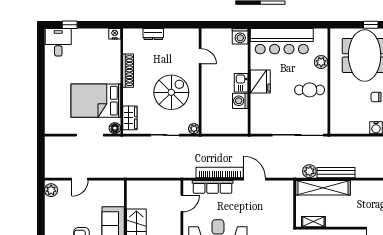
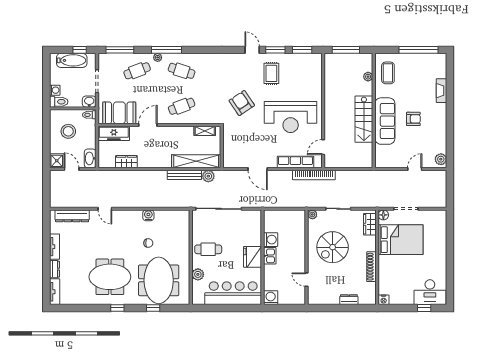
desk: (58, 42) -> (430, 292), width x1.37
bookcase: (220, 173) -> (314, 175), moved

